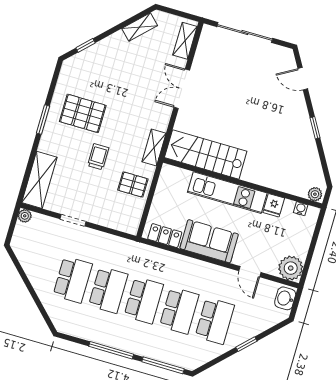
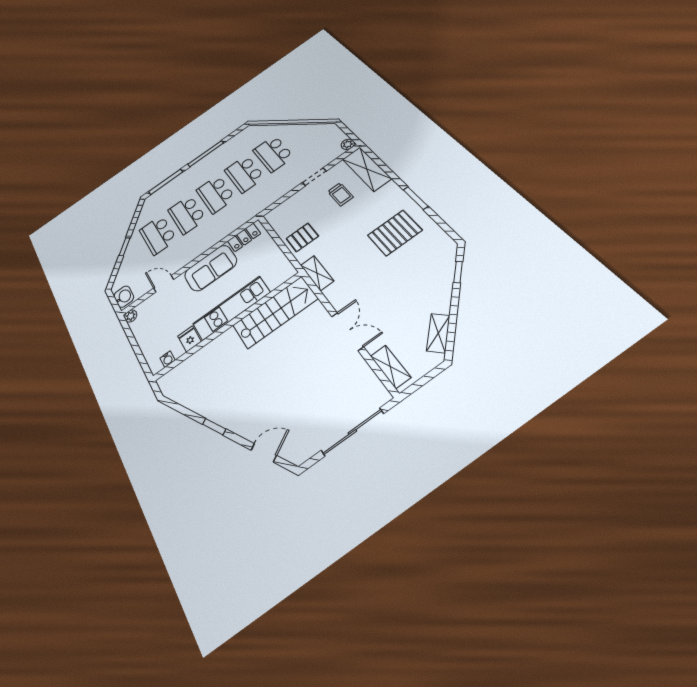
trolley: (98, 157) -> (340, 194), moved
plant: (315, 194) -> (167, 380), removed
plant: (291, 268) -> (131, 316), width x0.53, depth x0.53

